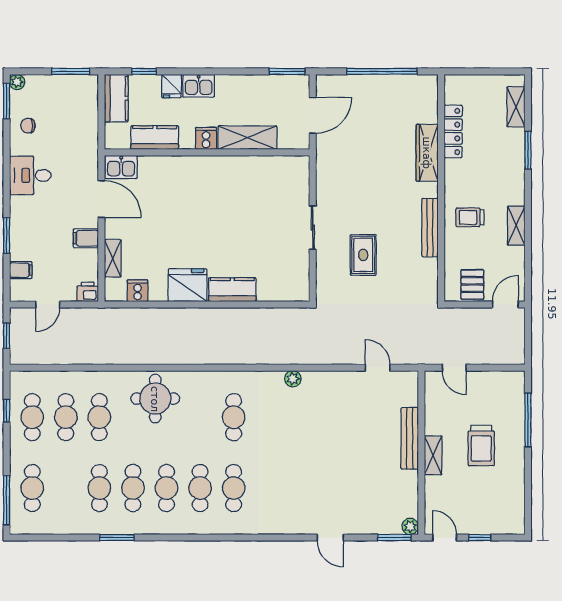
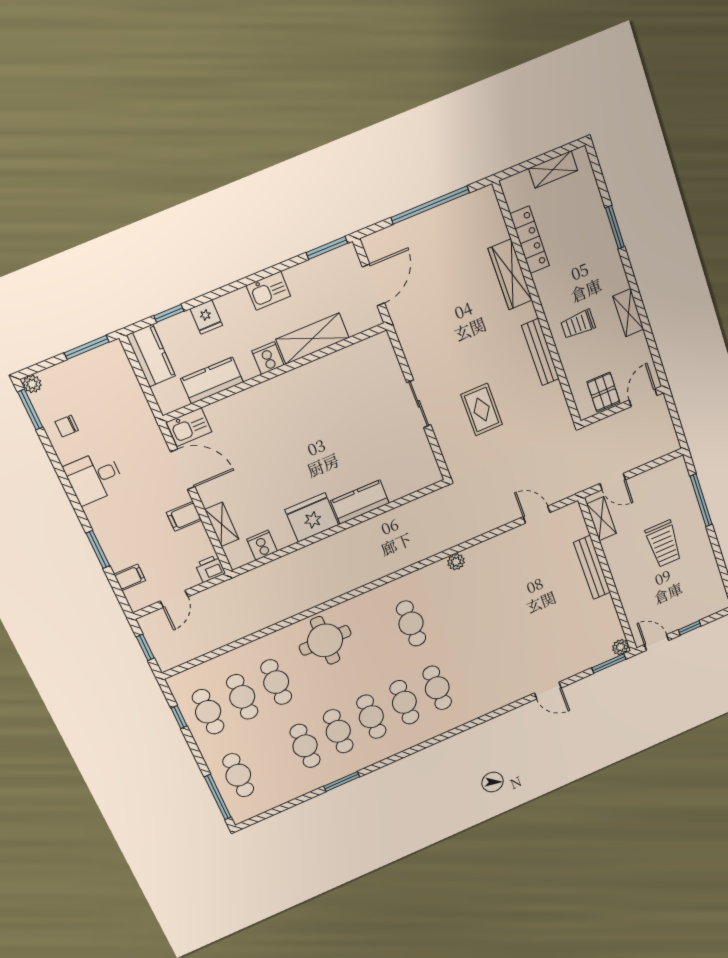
kitchen sink: (199, 86) -> (268, 291), moved
shelving: (516, 107) -> (553, 169), moved, turned 90
shelving: (433, 455) -> (601, 519), moved

